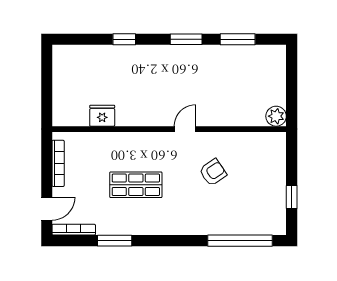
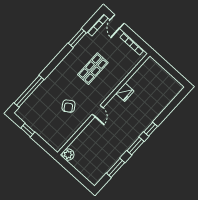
window: (124, 39) -> (151, 129), moved
fridge: (102, 116) -> (125, 92), moved

